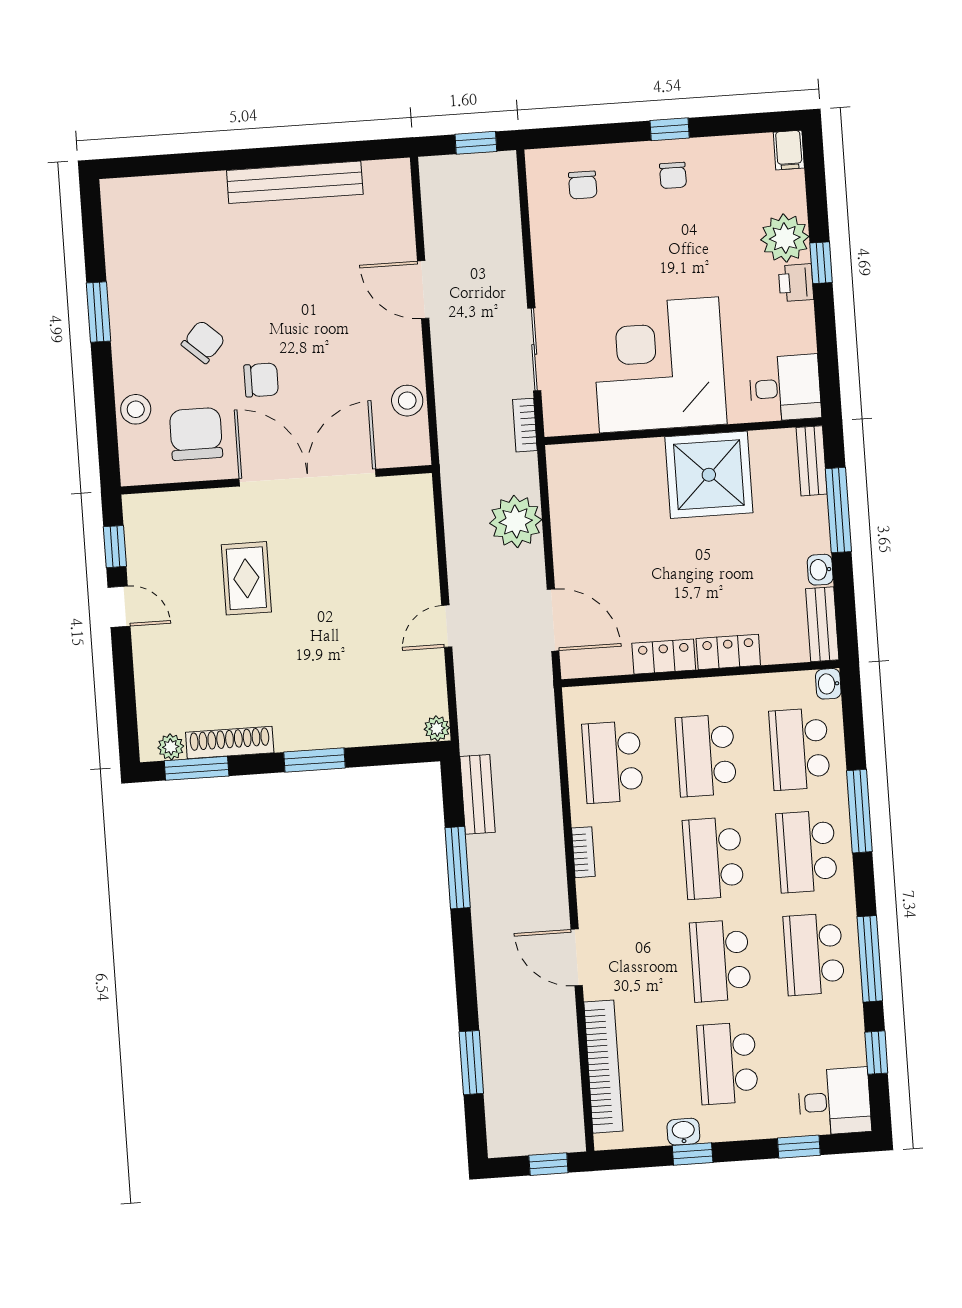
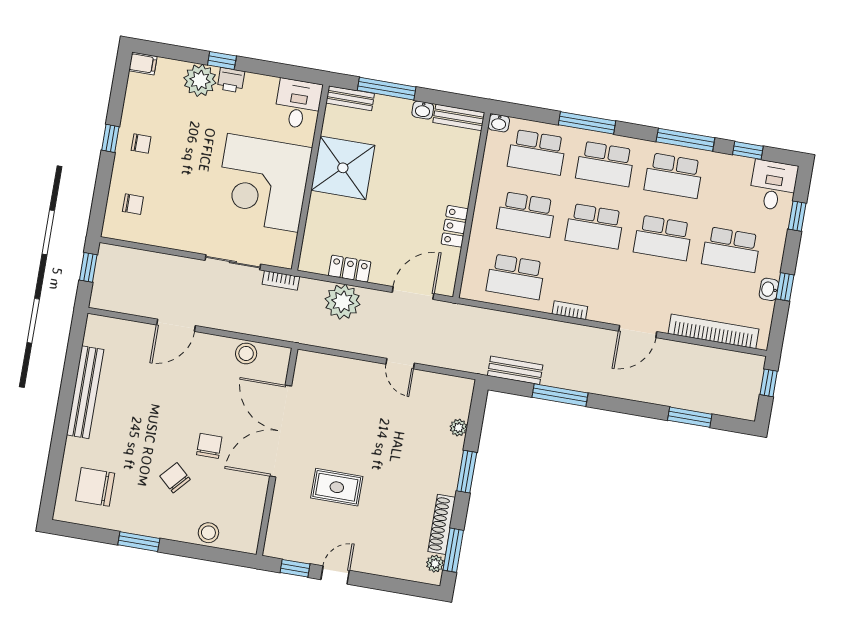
chair: (196, 434) -> (95, 487), moved
locker: (728, 652) -> (350, 269), moved, turned 90
plant: (437, 728) -> (459, 428), moved

